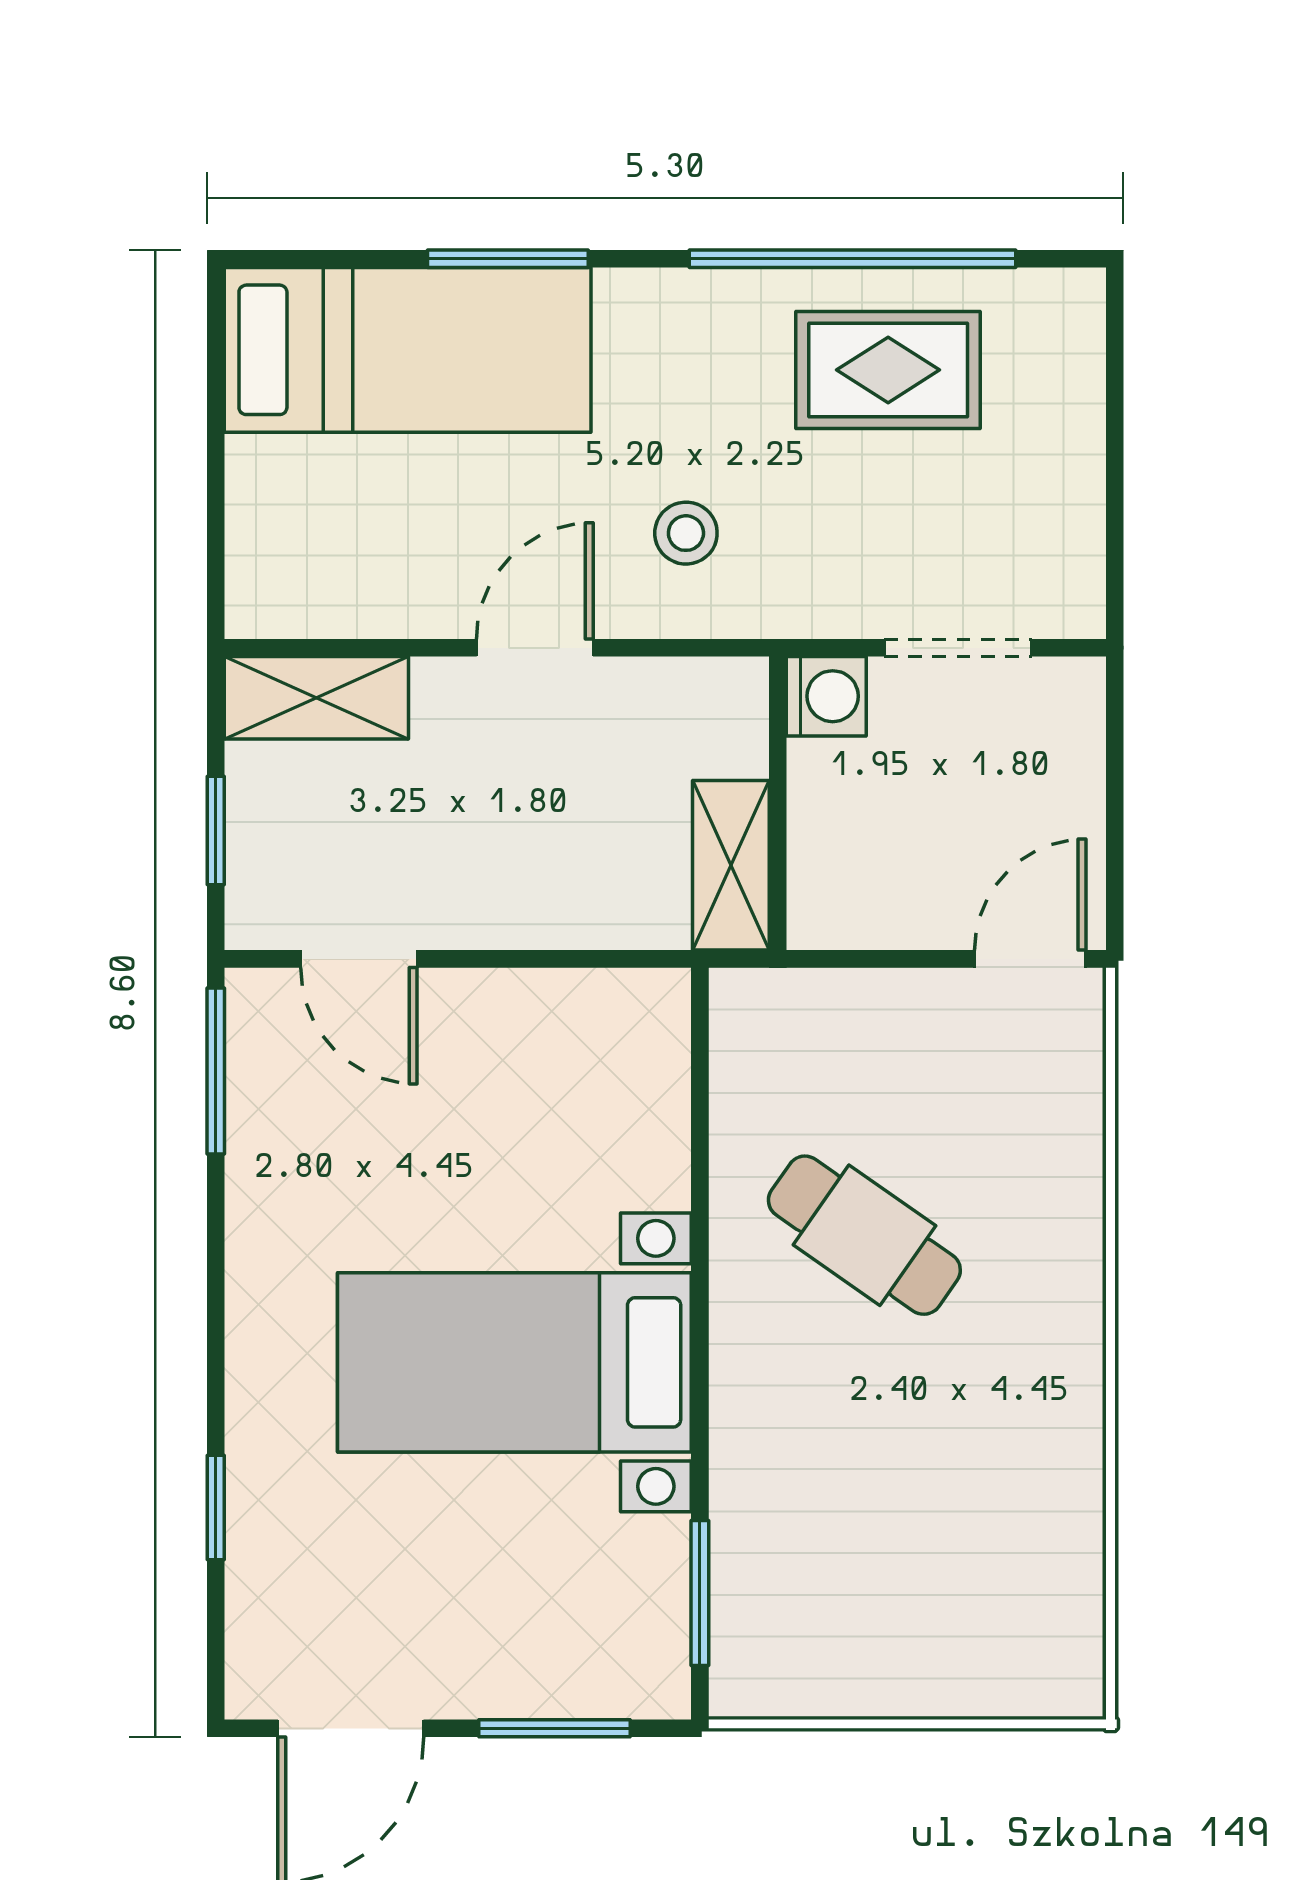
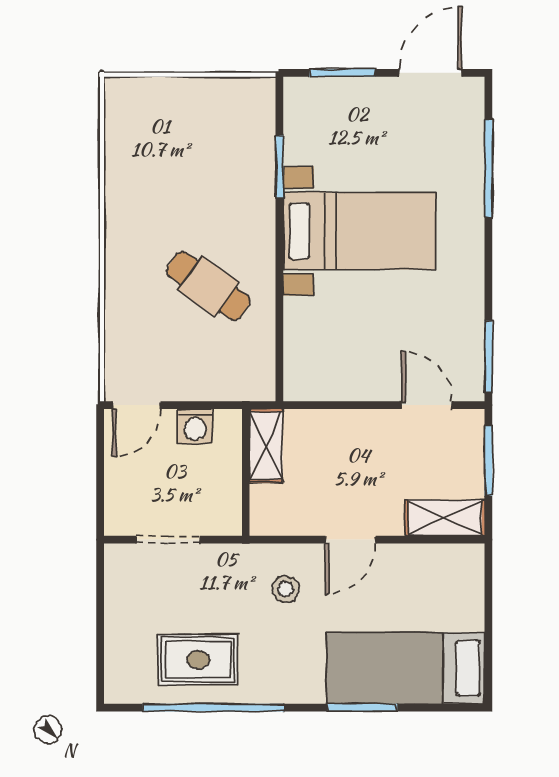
washing machine: (826, 696) -> (195, 426), moved, turned -90
window: (216, 830) -> (488, 461), width x1.50
window: (216, 1508) -> (488, 168), width x2.17
window: (700, 1593) -> (279, 166), moved

